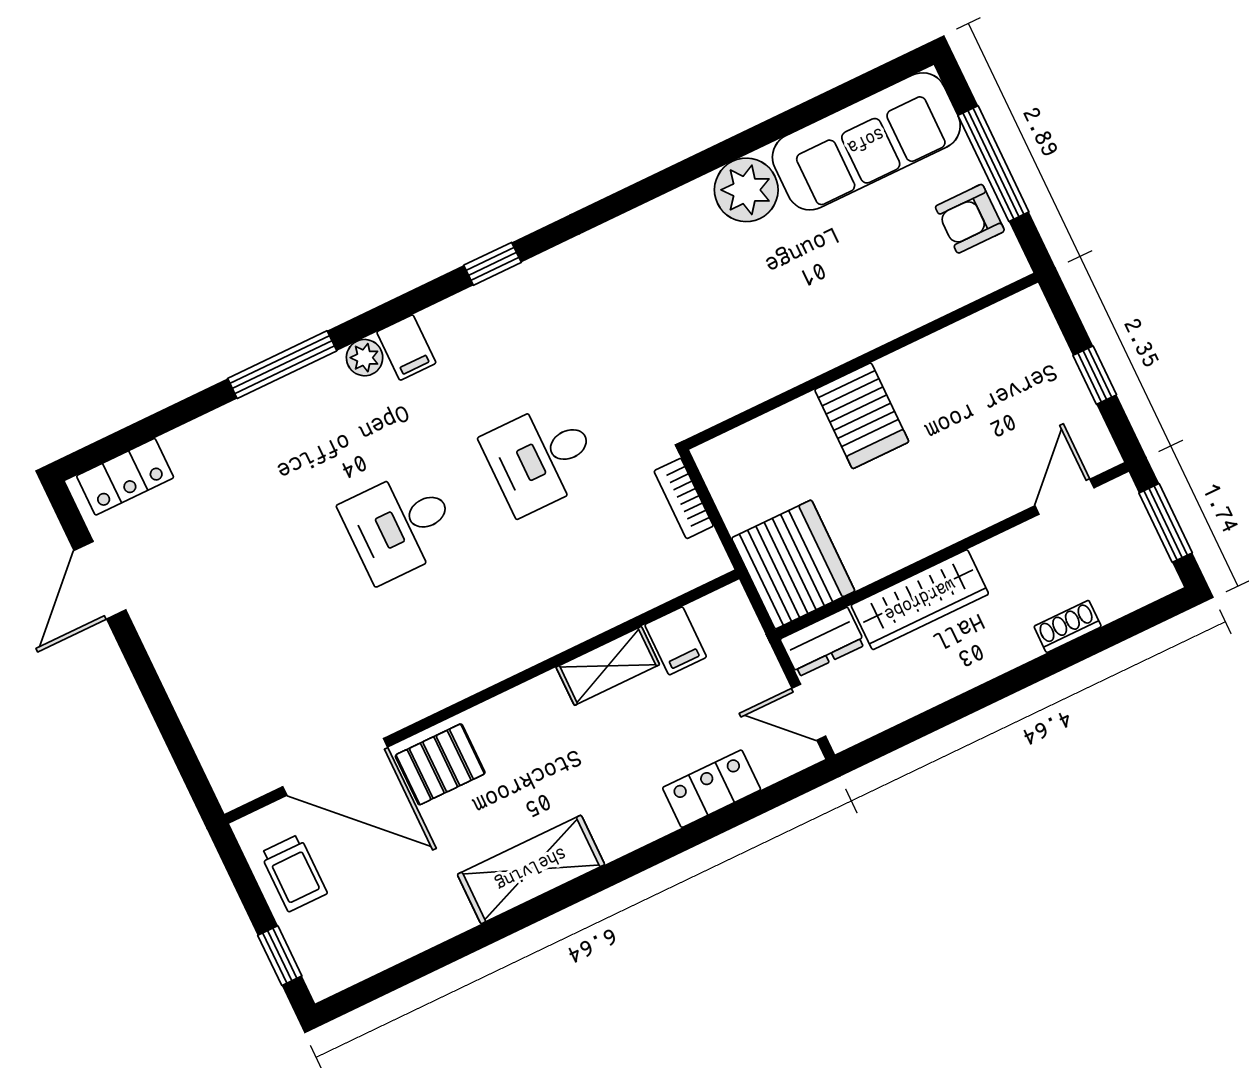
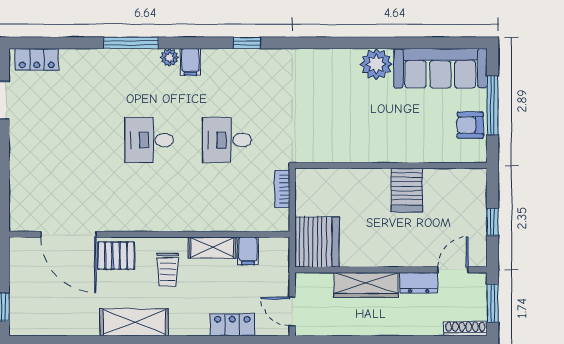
server rack: (862, 416) -> (407, 190), moved
shoe rack: (1068, 626) -> (465, 329), moved, width x1.43
dresser: (823, 642) -> (419, 283), moved
trolley: (294, 873) -> (168, 270), moved

